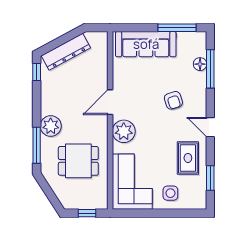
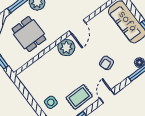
door: (110, 102) -> (77, 27), swing flipped
corner sofa: (132, 182) -> (41, 75), removed

